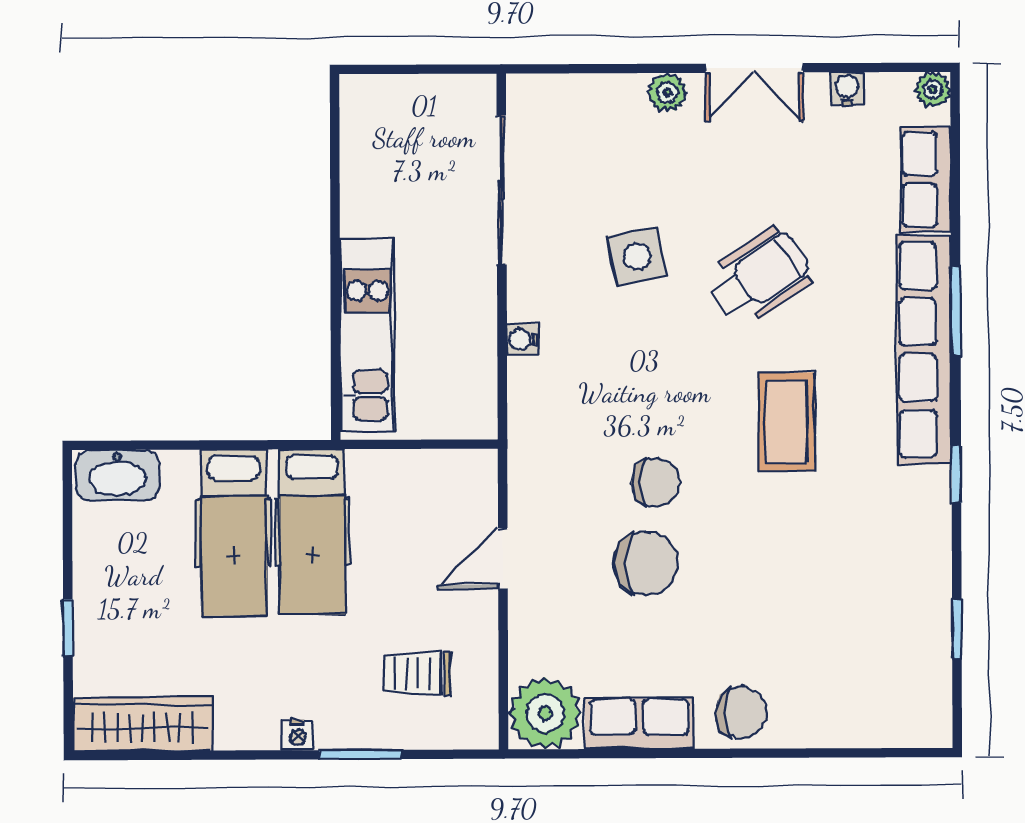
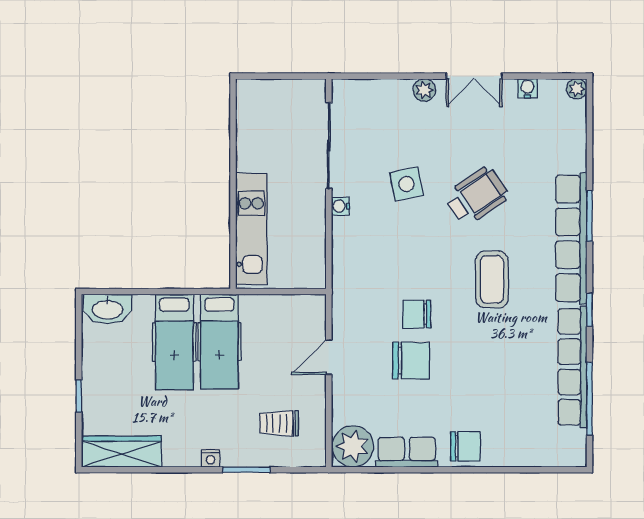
row of seats: (926, 179) -> (572, 367), moved, width x2.02
water cooler: (522, 339) -> (340, 206), moved
chair: (656, 483) -> (417, 314), turned 180
window: (957, 629) -> (589, 399), width x2.17

